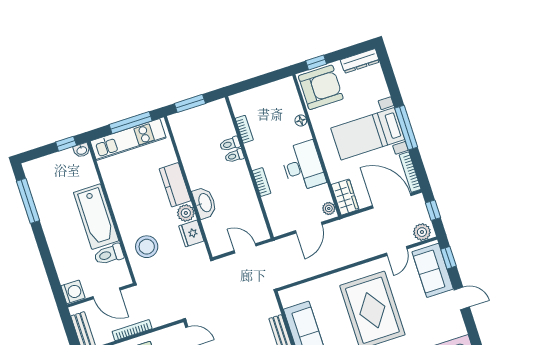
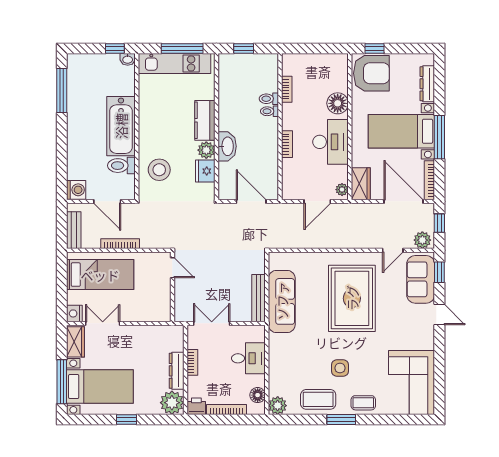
dresser: (360, 61) -> (427, 84), moved, turned 90
window: (190, 103) -> (244, 48), width x0.67
floor lamp: (301, 120) -> (338, 103), width x1.89, depth x1.89
door: (245, 248) -> (251, 201), width x1.38

